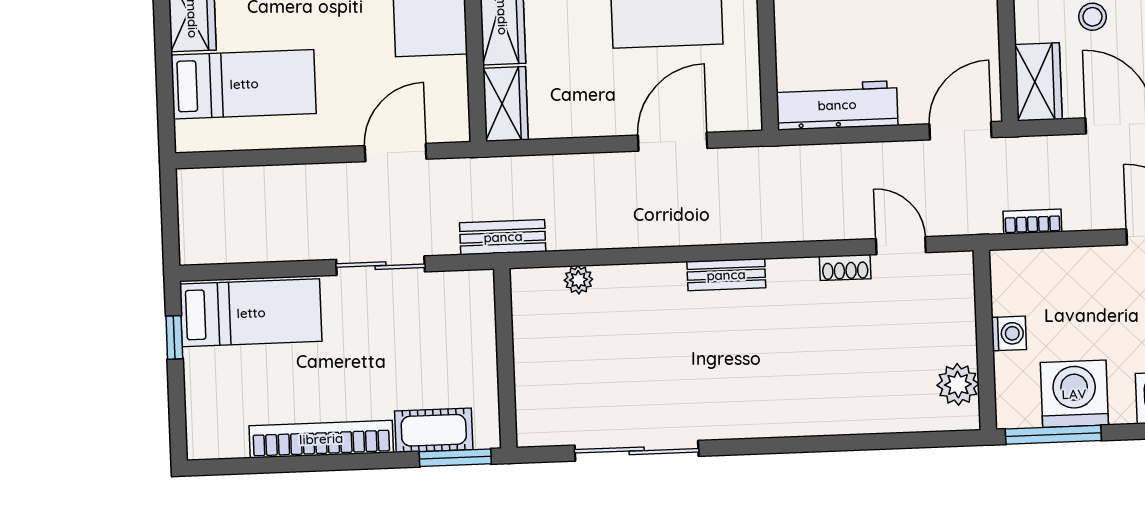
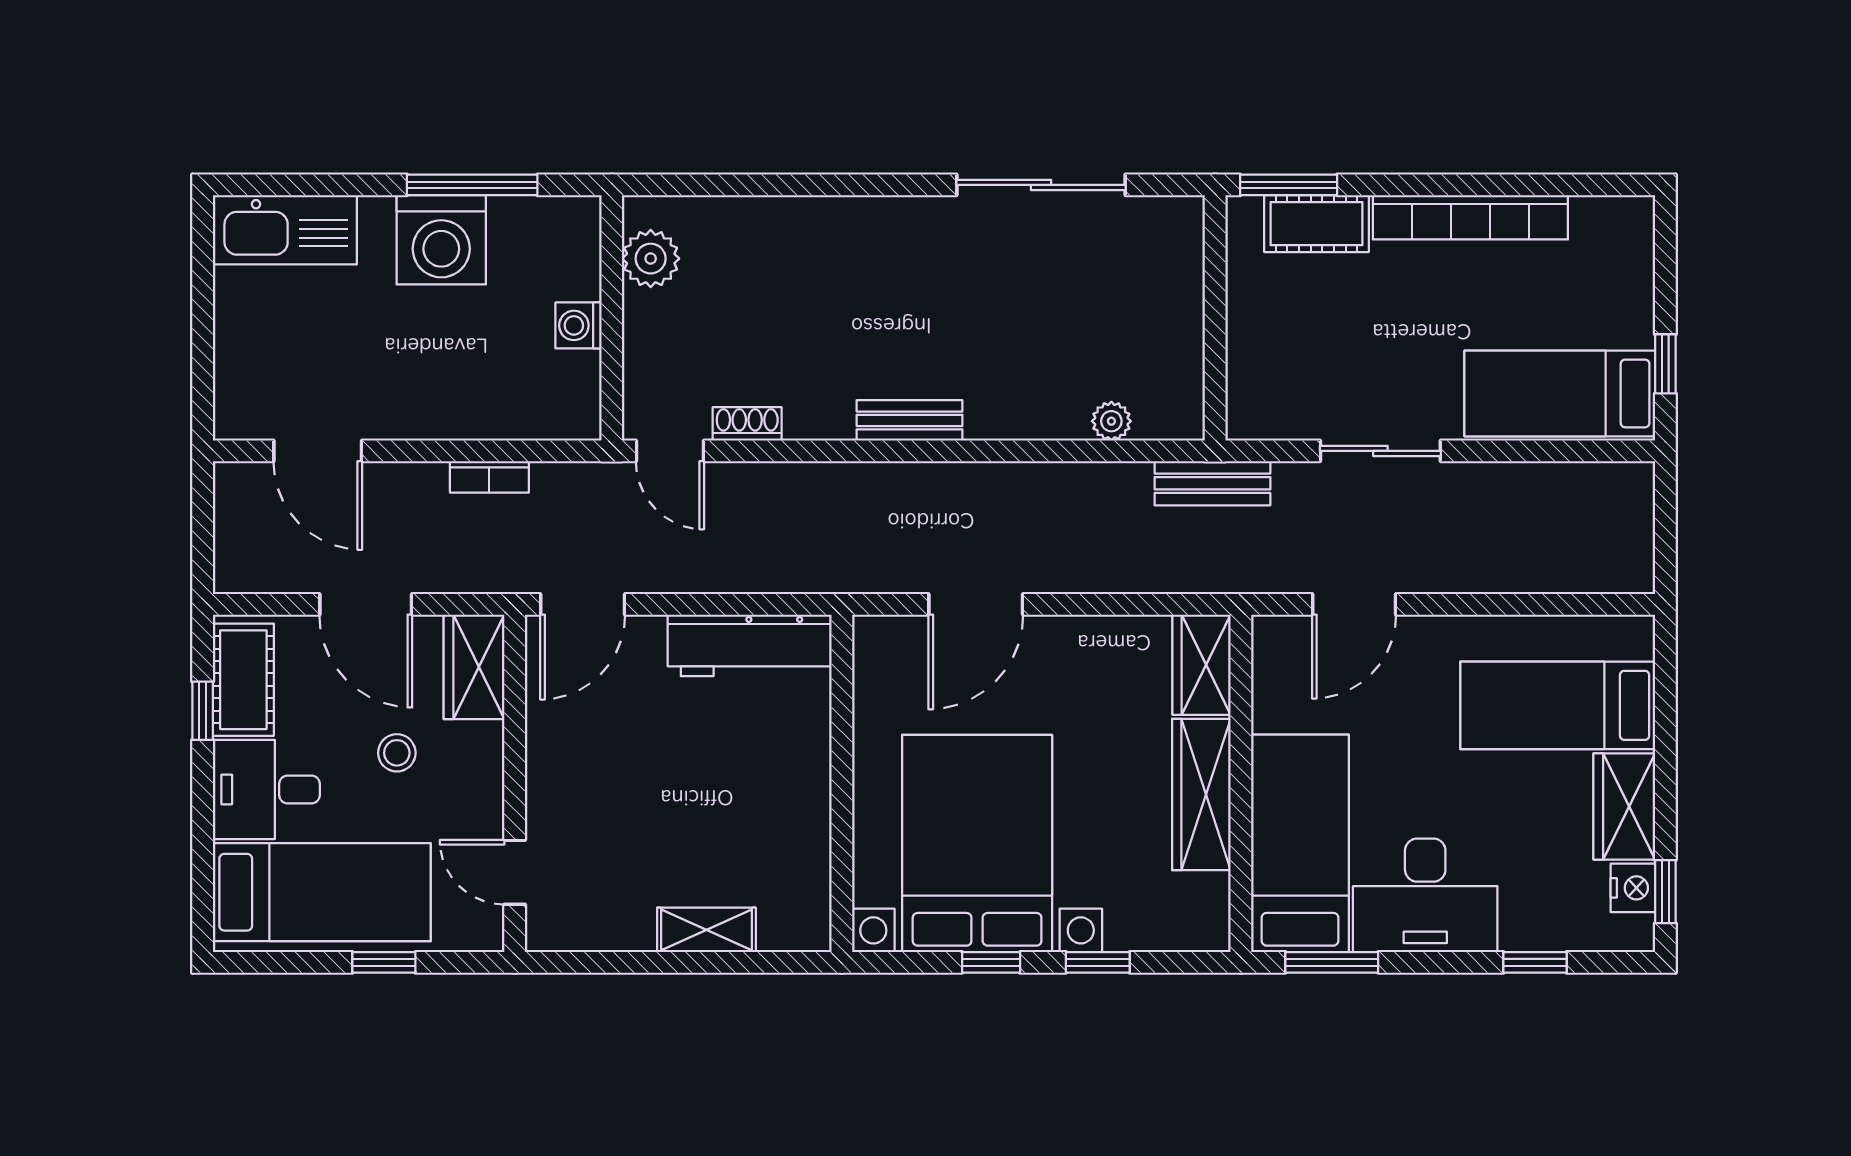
washing machine: (1009, 333) -> (579, 325), moved
wall: (985, 340) -> (612, 318), moved
plant: (958, 384) -> (651, 259), moved

